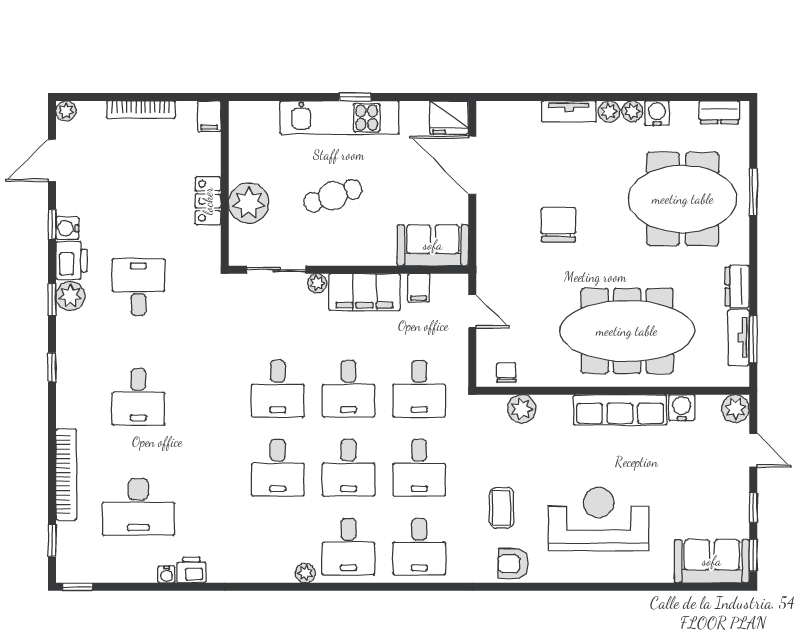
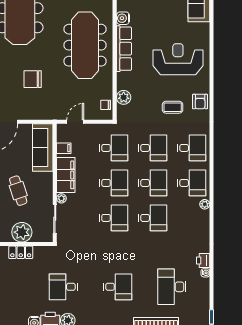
sofa: (433, 245) -> (43, 148), width x1.36
desk: (138, 507) -> (172, 287), turned 180
reception desk: (599, 519) -> (178, 59), turned 90

